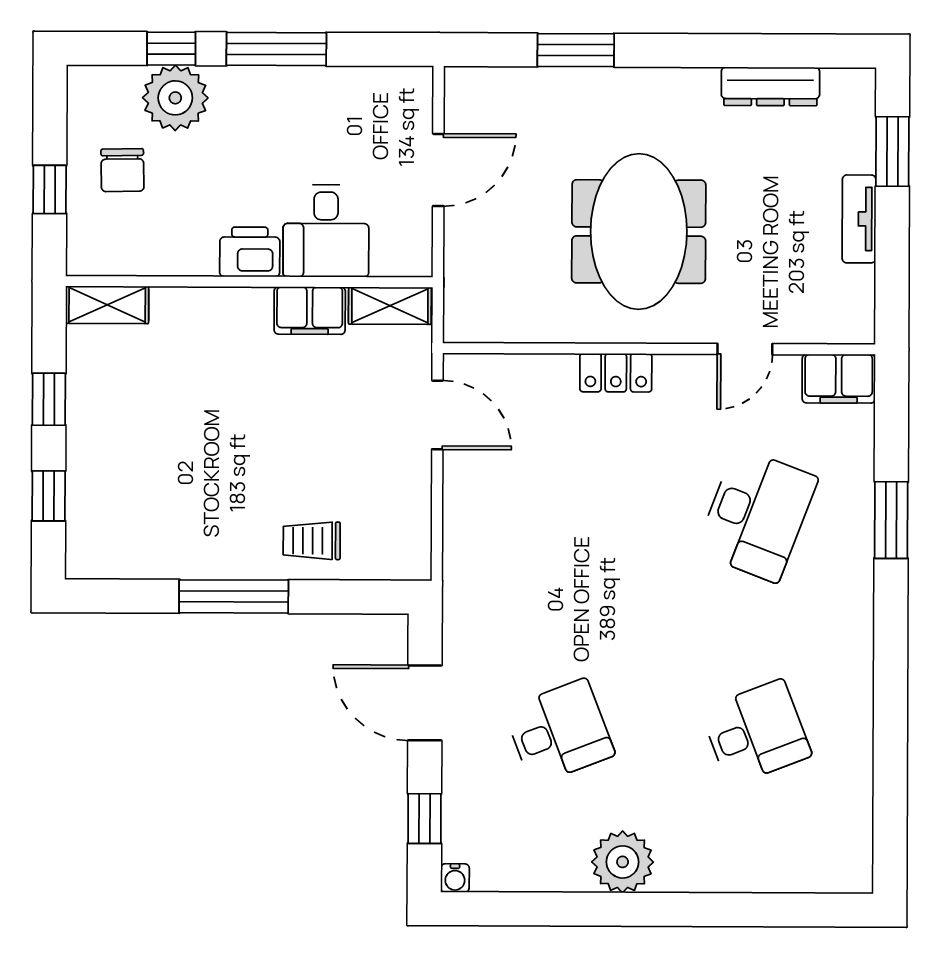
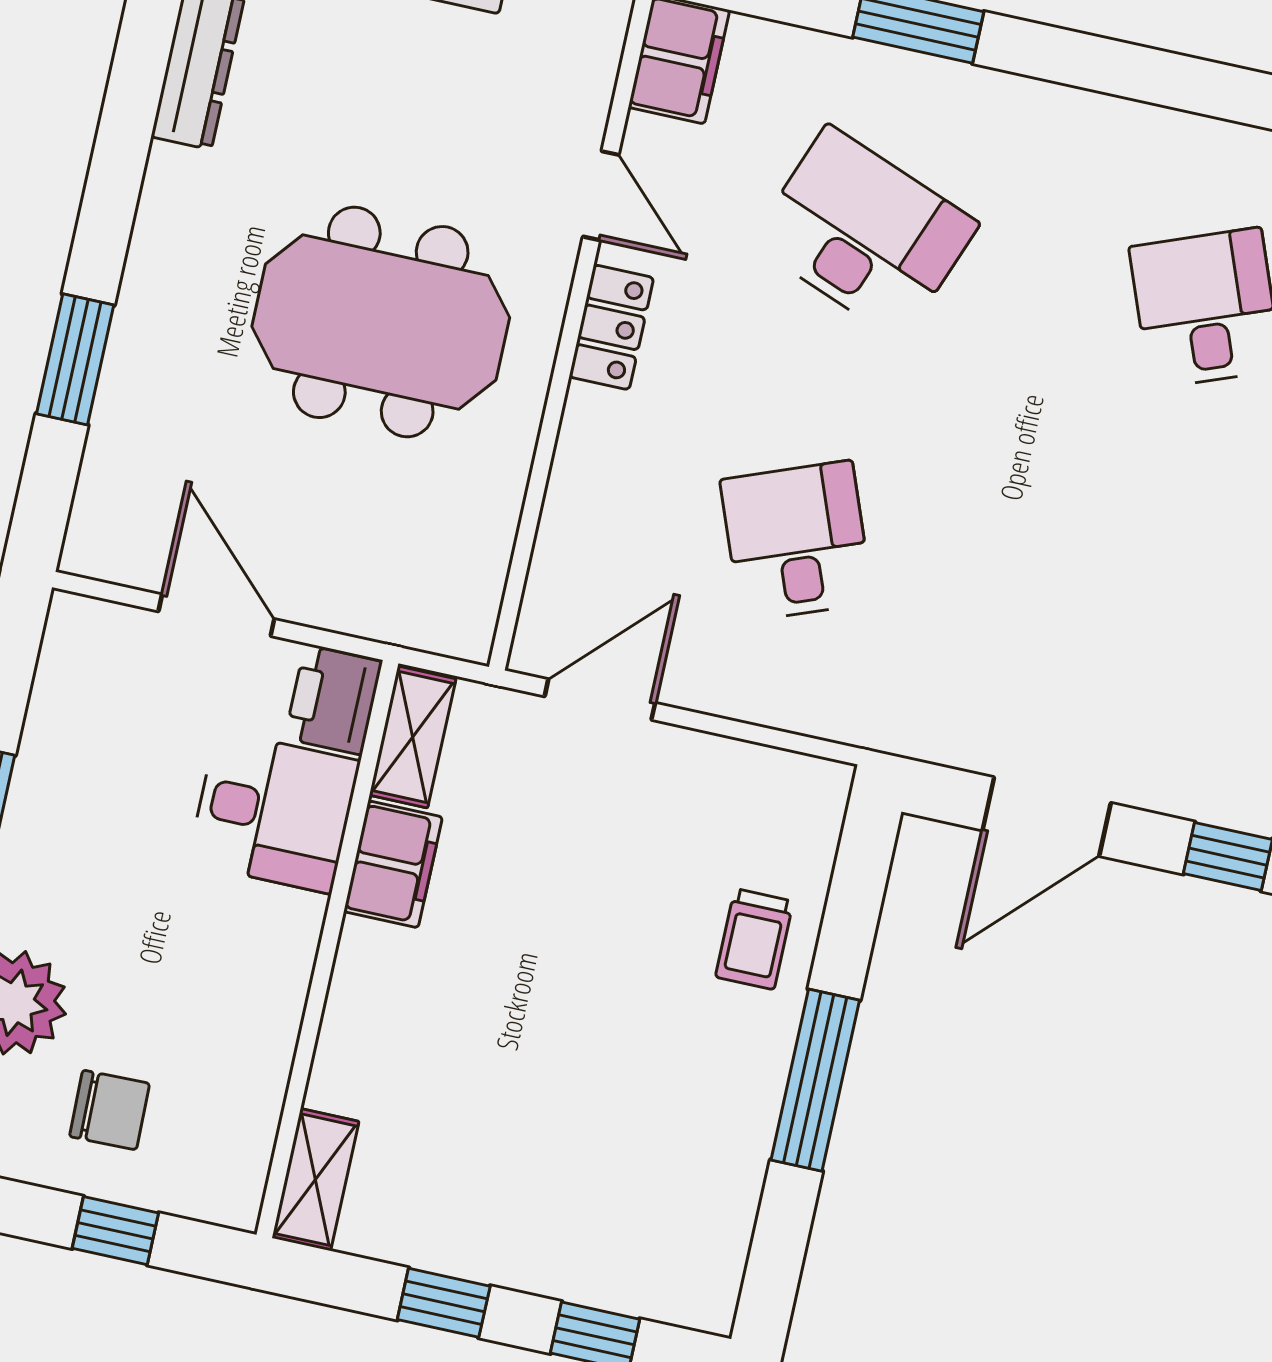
printer: (250, 252) -> (333, 700), moved
locker: (616, 373) -> (611, 327), moved
desk: (559, 732) -> (797, 541), moved

